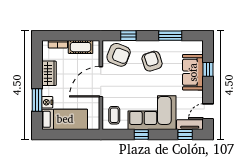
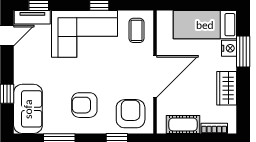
armchair: (119, 55) -> (131, 114), turned 69
armchair: (152, 61) -> (84, 105), turned 108
sofa: (193, 72) -> (28, 109), moved

